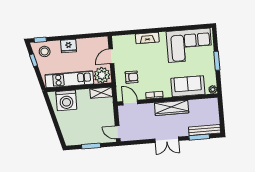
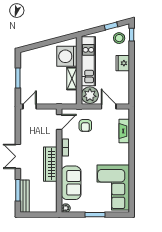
fireplace: (147, 38) -> (124, 131), moved
shelving: (101, 93) -> (72, 79), moved

